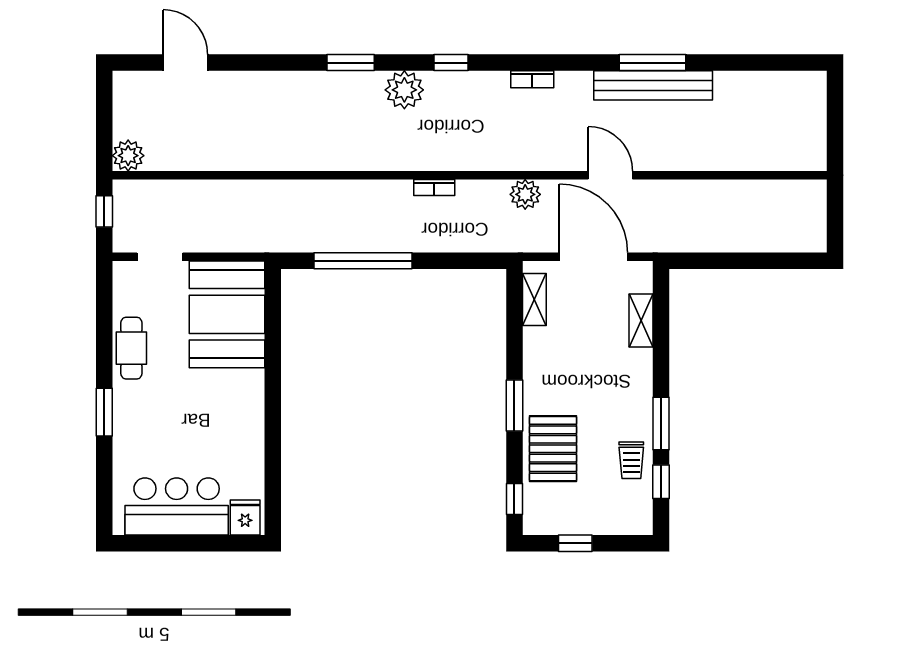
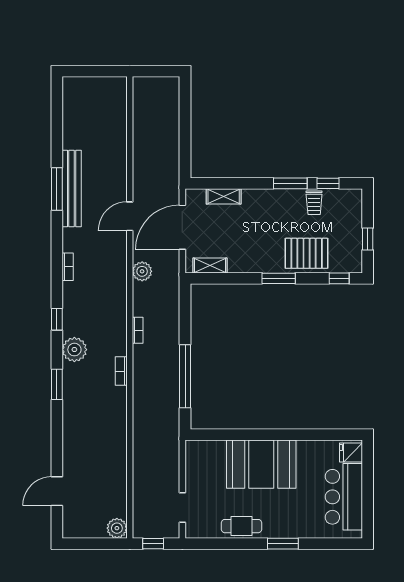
bookcase: (371, 162) -> (121, 371), added
booth: (227, 314) -> (261, 464), moved
trolley: (631, 460) -> (314, 203), turned 90

